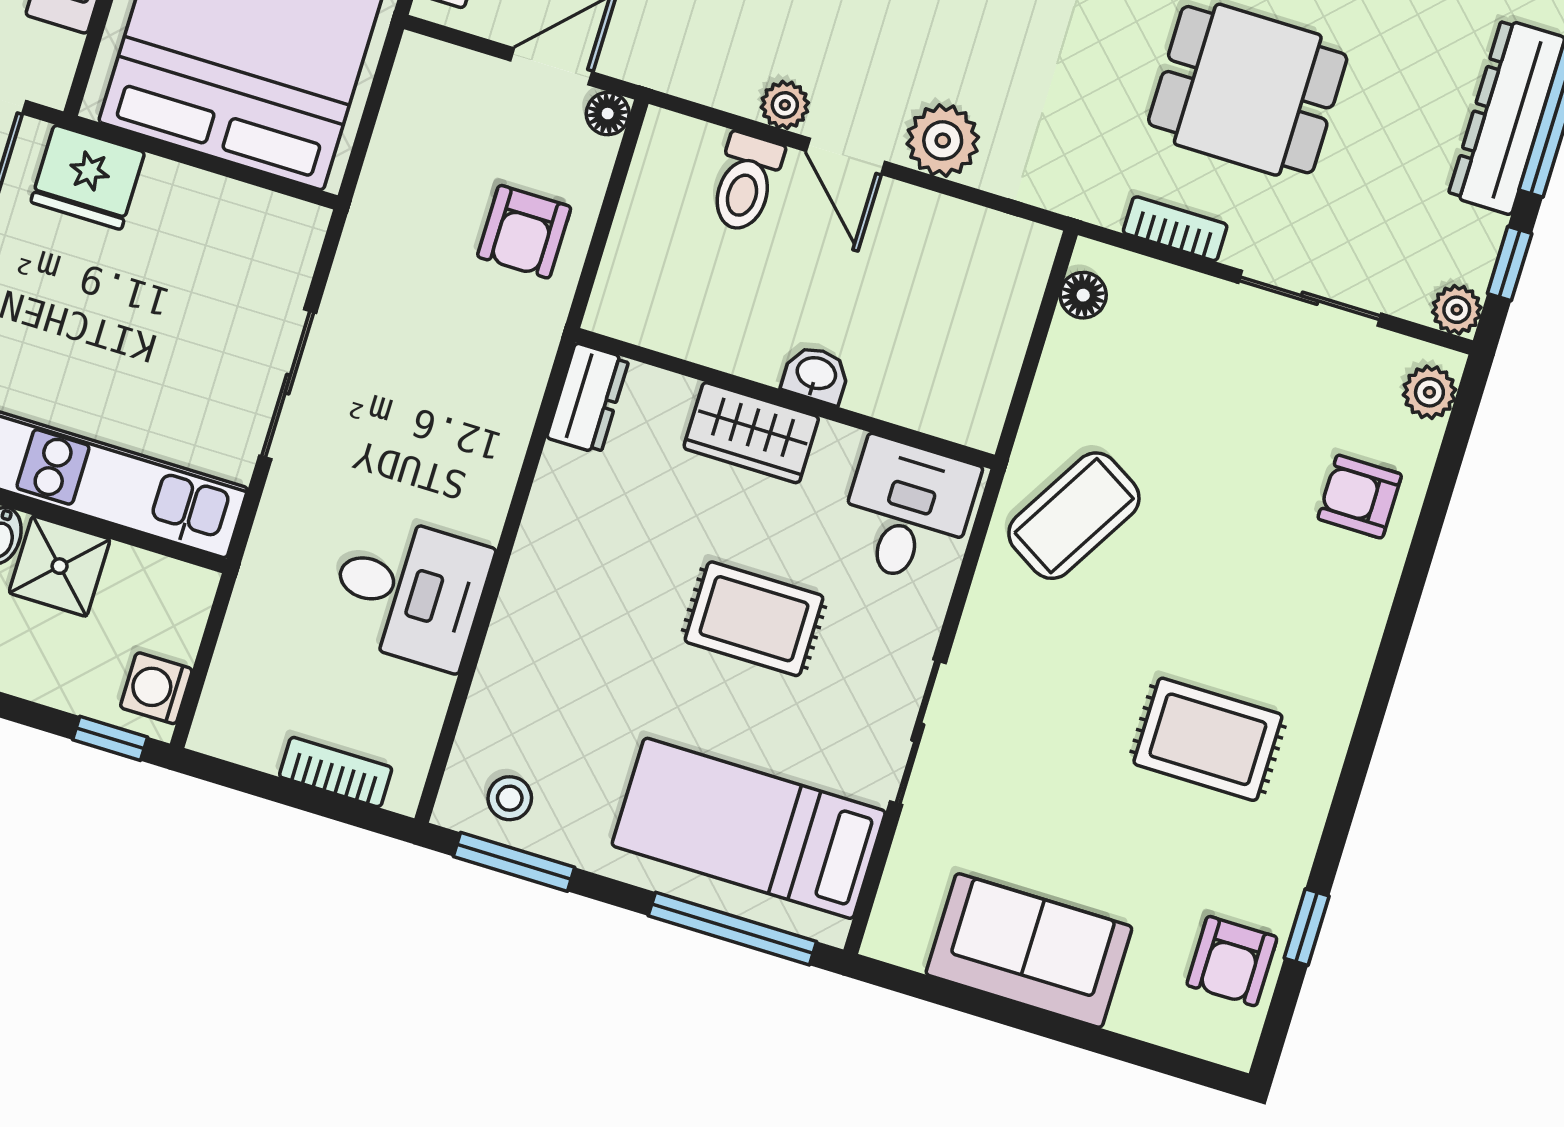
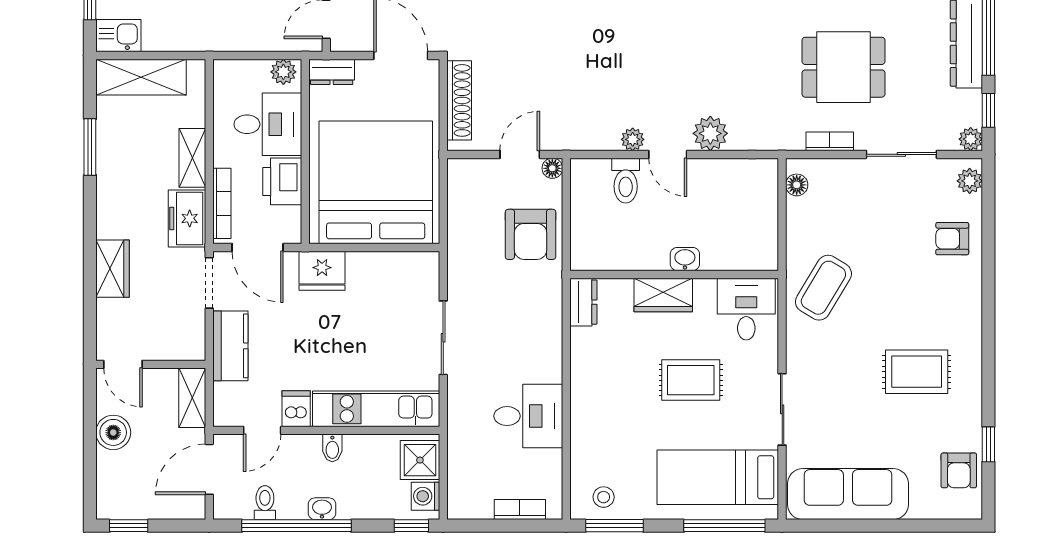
armchair: (524, 232) -> (531, 234), width x1.38, depth x1.38
shower: (60, 566) -> (420, 460), moved
sofa: (1029, 951) -> (848, 494), width x1.36

